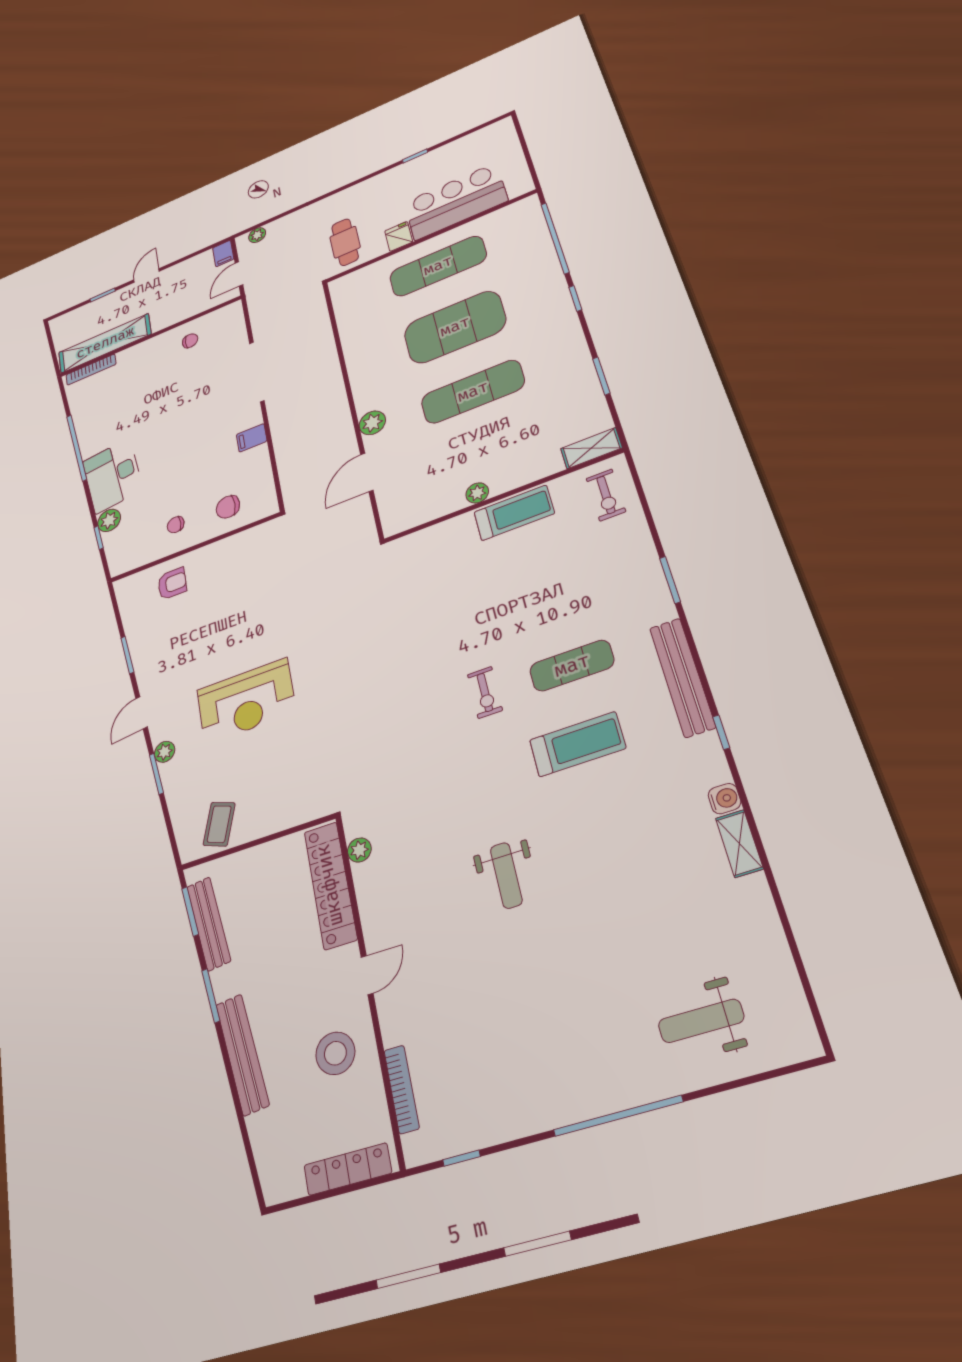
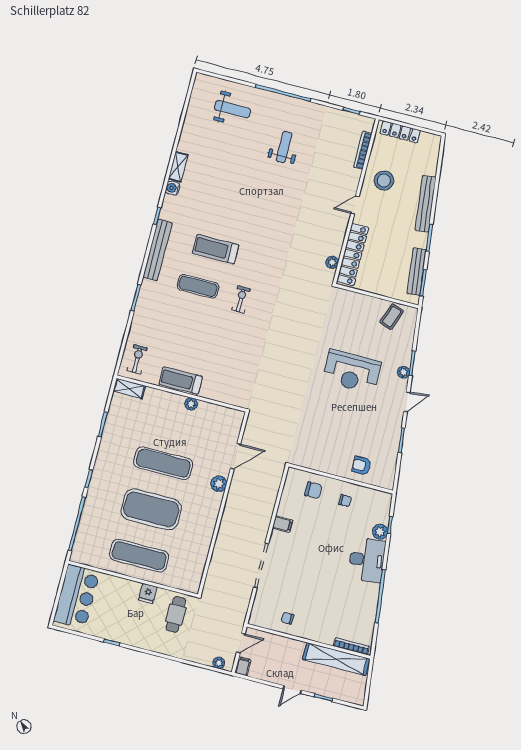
bar counter: (455, 201) -> (77, 596), moved, turned -90
reception desk: (246, 701) -> (352, 372), turned 180
weight bench: (506, 875) -> (284, 147), moved

